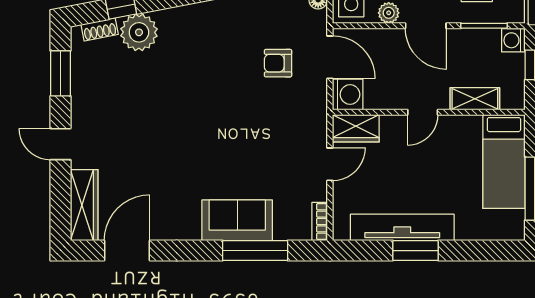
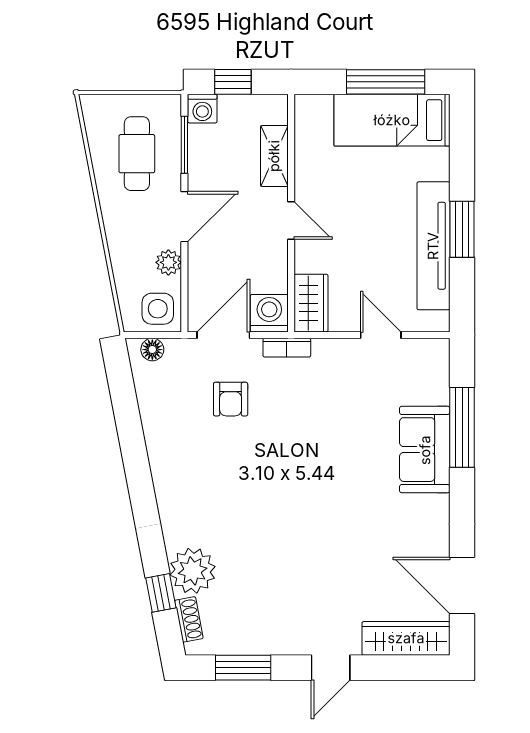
bed: (504, 162) -> (392, 120), moved, turned 180
door: (330, 164) -> (381, 335), moved
bookcase: (320, 222) -> (287, 348), moved

